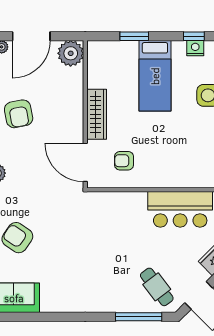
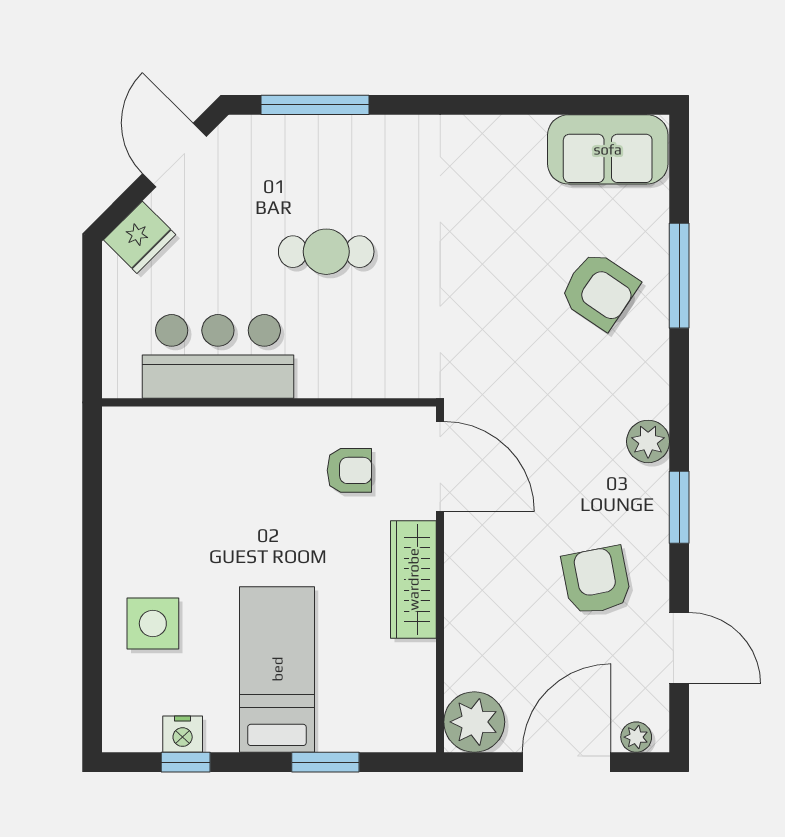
cafe table: (157, 287) -> (326, 252), moved, turned -53

